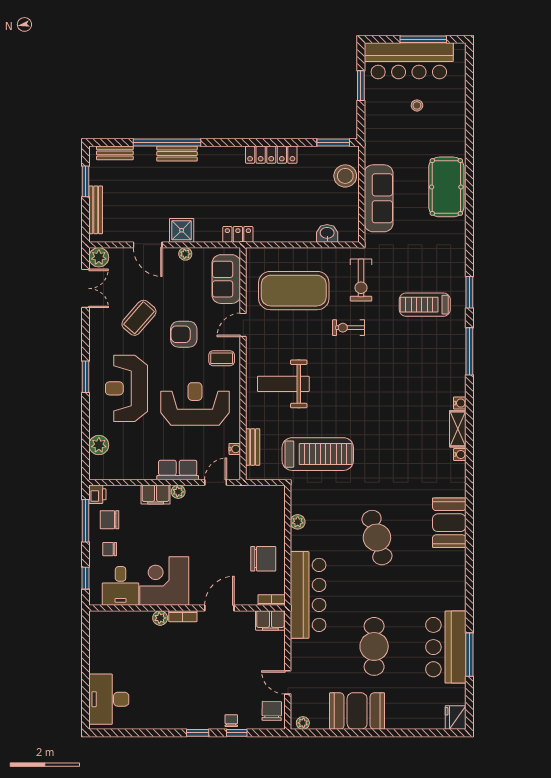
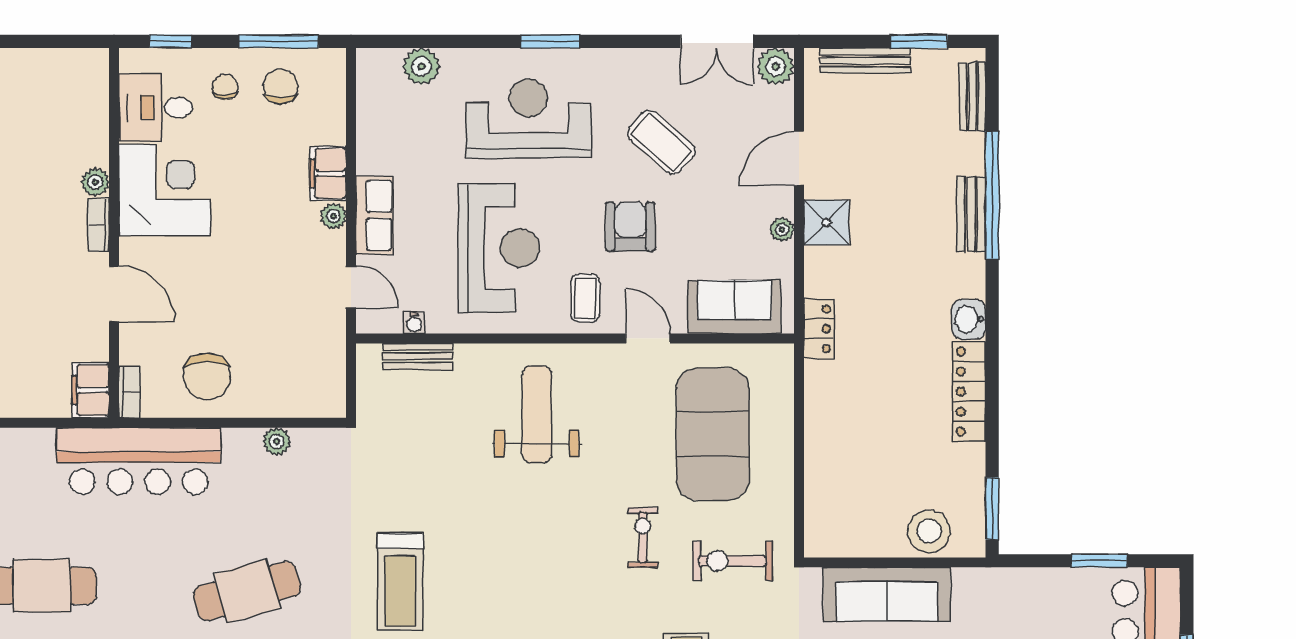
washbasin: (327, 233) -> (969, 319), moved, turned 180
treadmill: (318, 454) -> (400, 582), moved, width x0.73, depth x0.73
printer: (97, 494) -> (329, 64), removed

